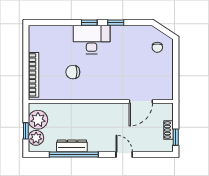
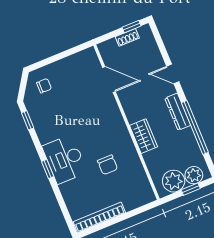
window: (116, 23) -> (28, 120), moved
bookcase: (34, 75) -> (99, 217), moved
wardrobe: (84, 110) -> (143, 136), added
dresser: (72, 146) -> (178, 112), moved
door: (124, 154) -> (173, 74), hinge flipped

